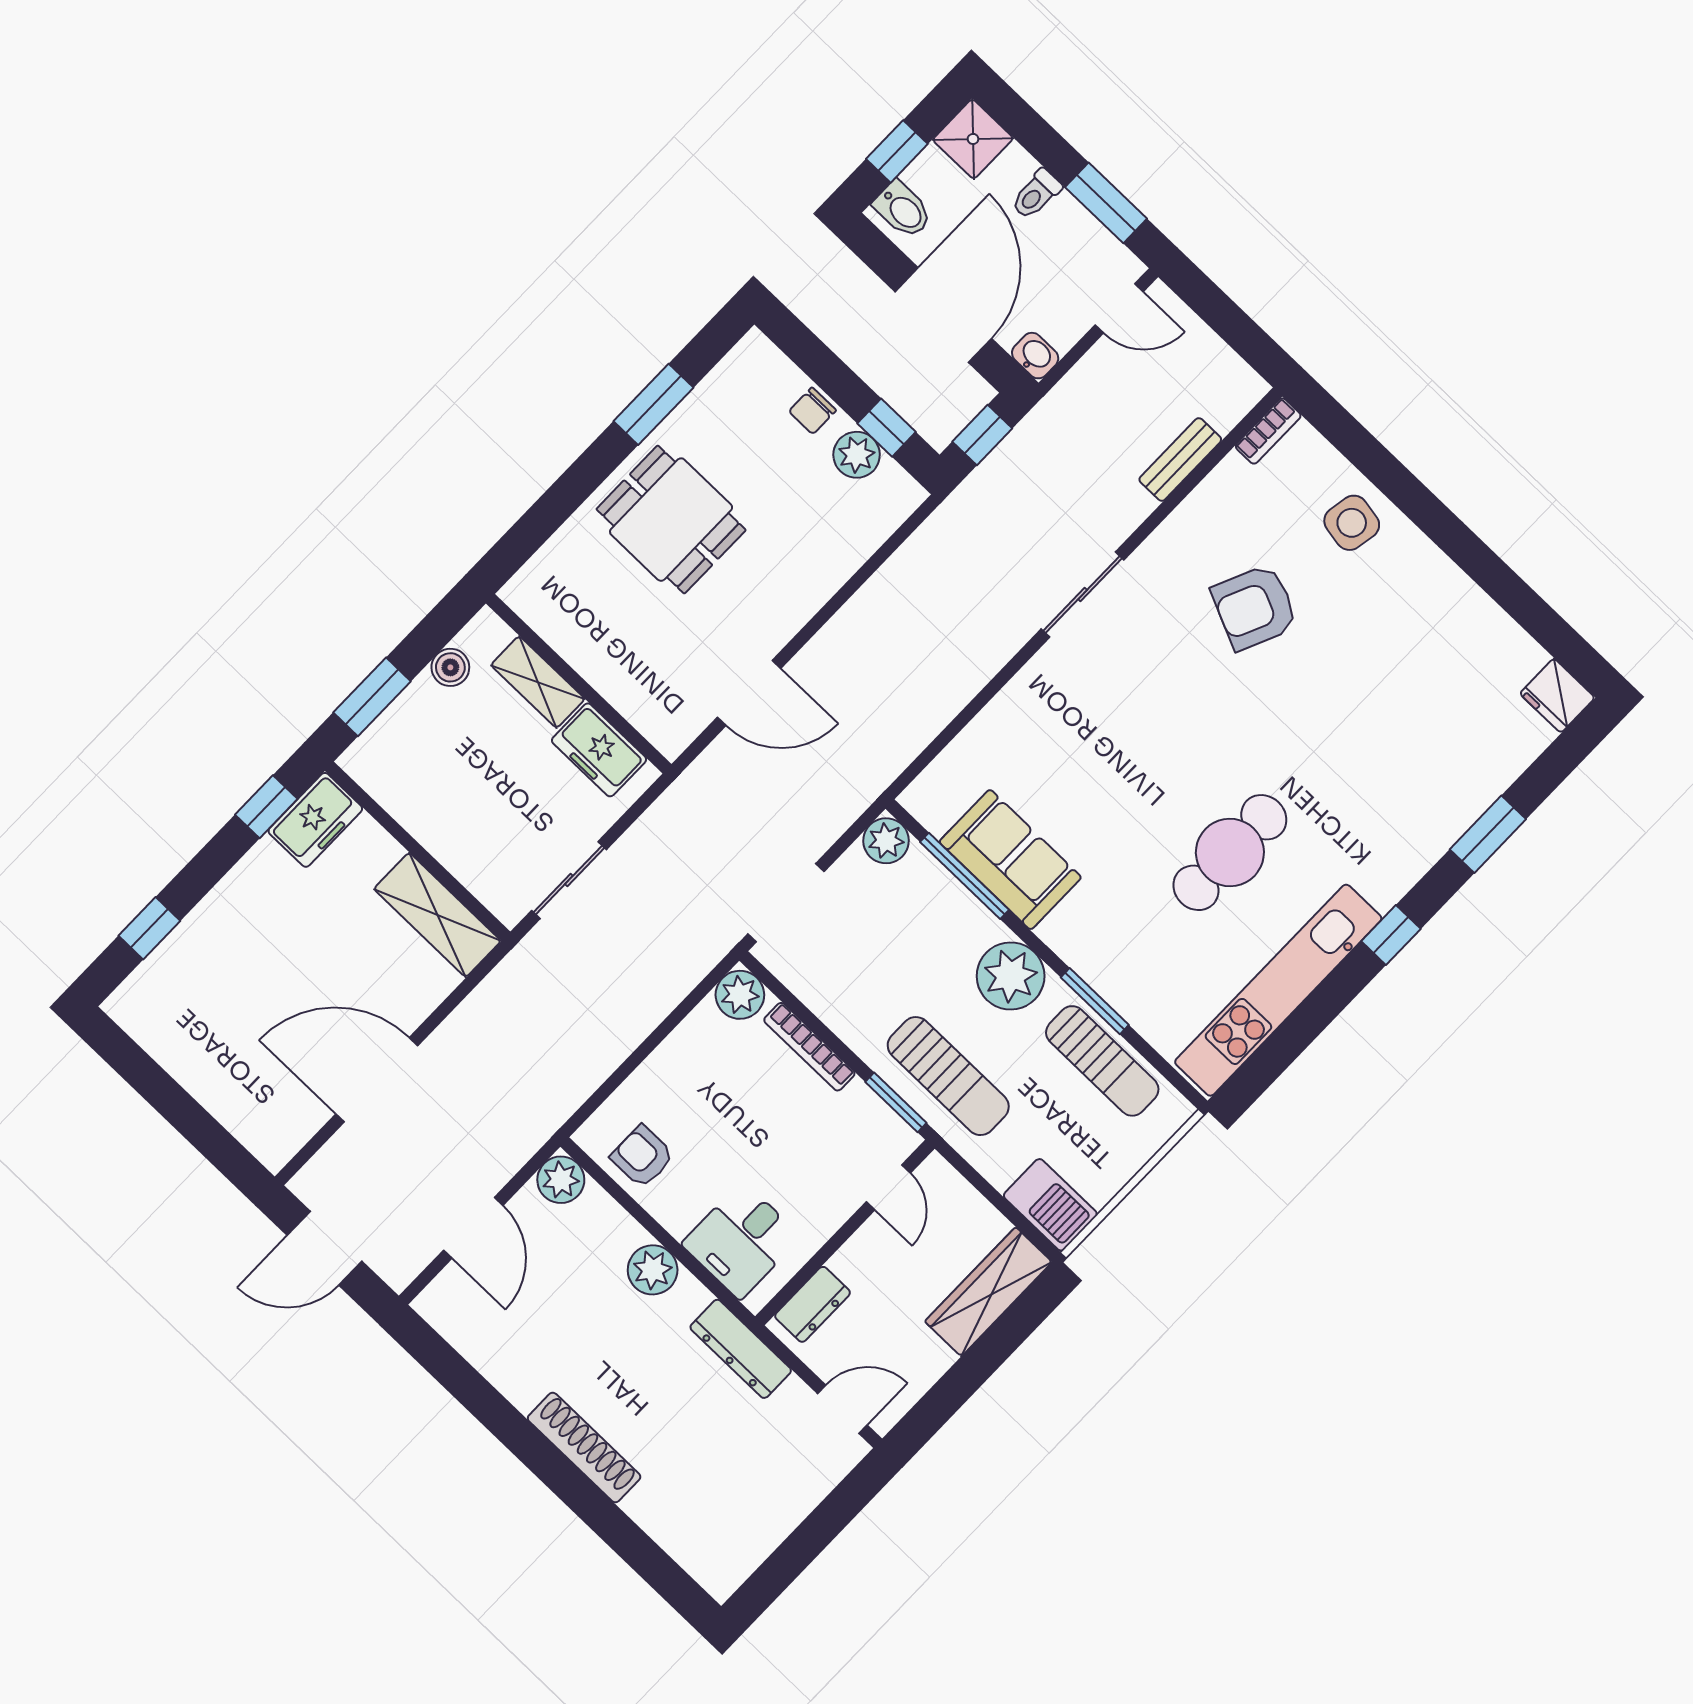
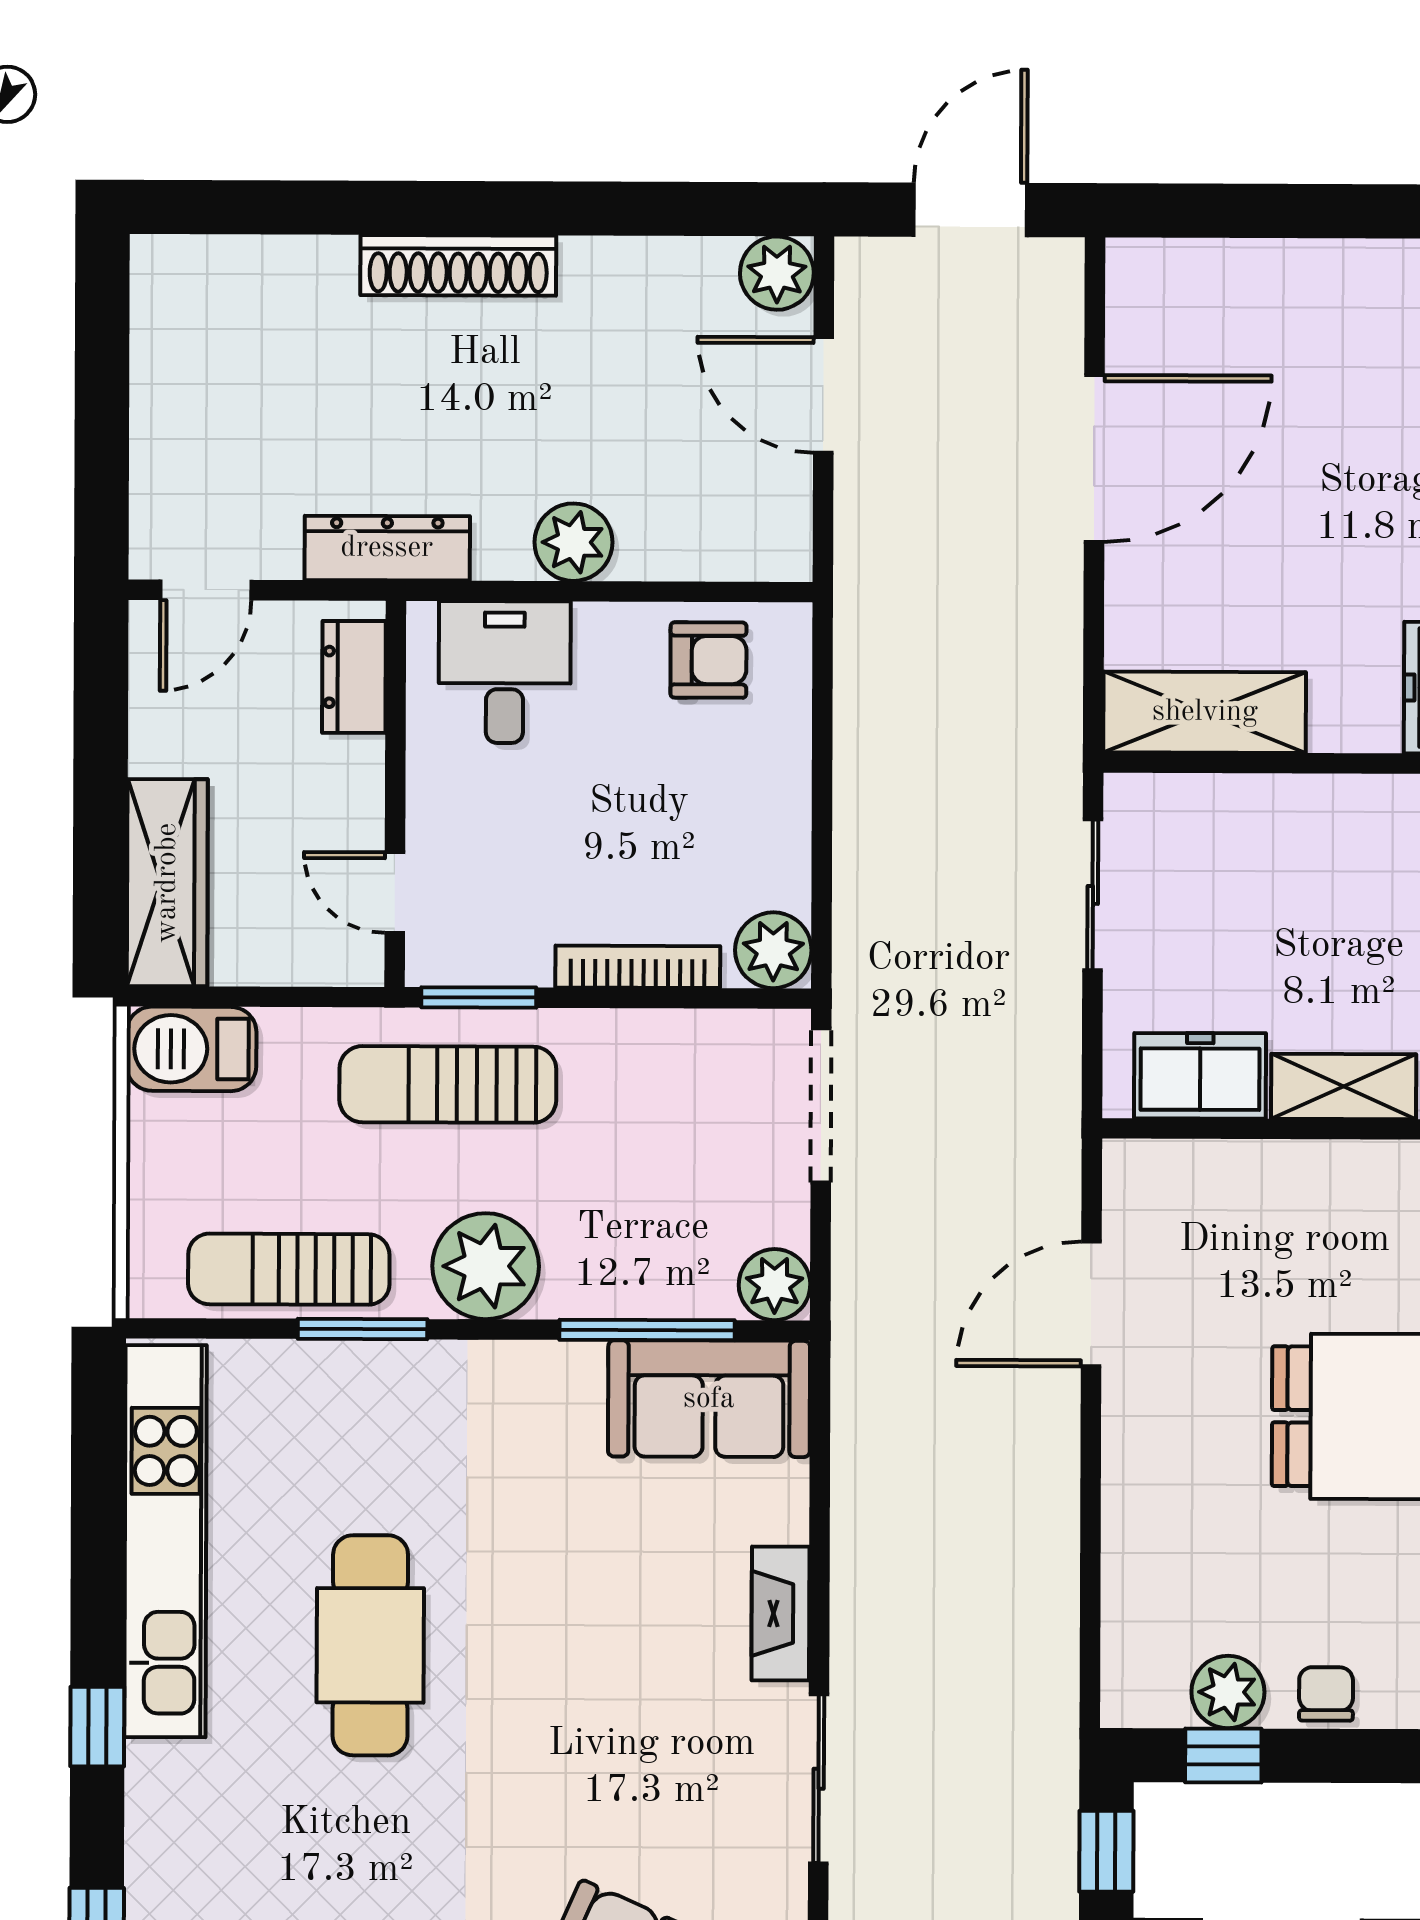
fireplace: (1028, 687) -> (780, 1613), added
sofa: (1010, 860) -> (709, 1399), moved
plant: (561, 1180) -> (777, 273), moved

